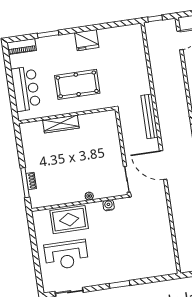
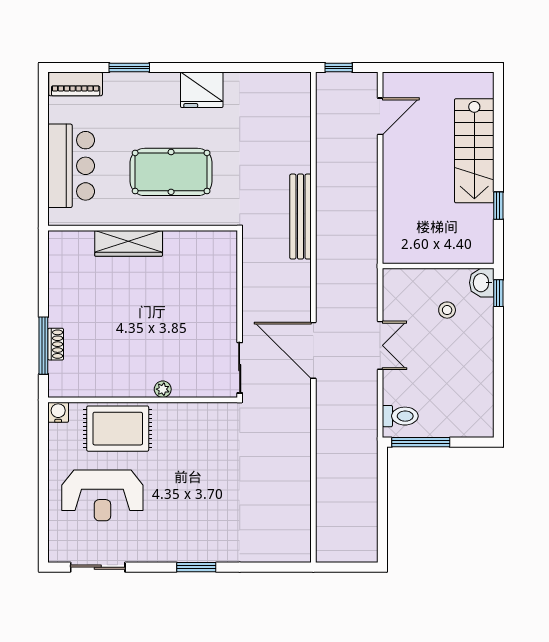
bench: (149, 116) -> (300, 217), moved
water cooler: (109, 205) -> (58, 412), moved

